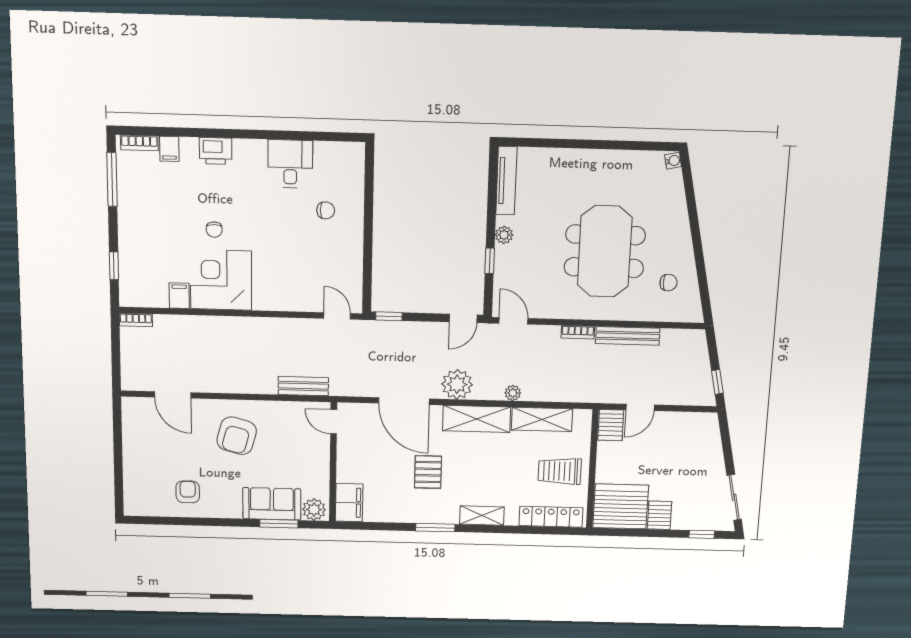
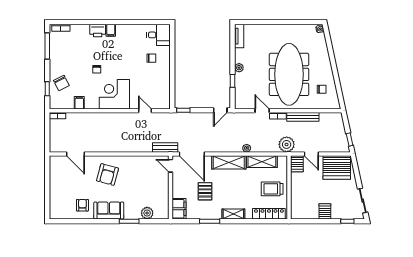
filing cabinet: (169, 149) -> (111, 30), moved
desk: (290, 164) -> (158, 35), moved, turned 90
tv unit: (506, 181) -> (239, 36), width x0.71
meeting table: (605, 251) -> (289, 74), width x1.36
chair: (142, 255) -> (61, 83), added
corner desk: (221, 280) -> (114, 94), moved
door: (337, 316) -> (145, 111), moved
door: (513, 321) -> (262, 111), moved
plant: (457, 384) -> (287, 144), moved
bench: (303, 386) -> (165, 148), moved
door: (640, 407) -> (311, 154), hinge flipped
door: (334, 422) -> (171, 166), moved
wall: (333, 462) -> (171, 187), moved
filing cabinet: (349, 503) -> (179, 209), moved
sofa: (272, 504) -> (109, 210), moved
server rack: (621, 506) -> (337, 167), moved, turned 180

